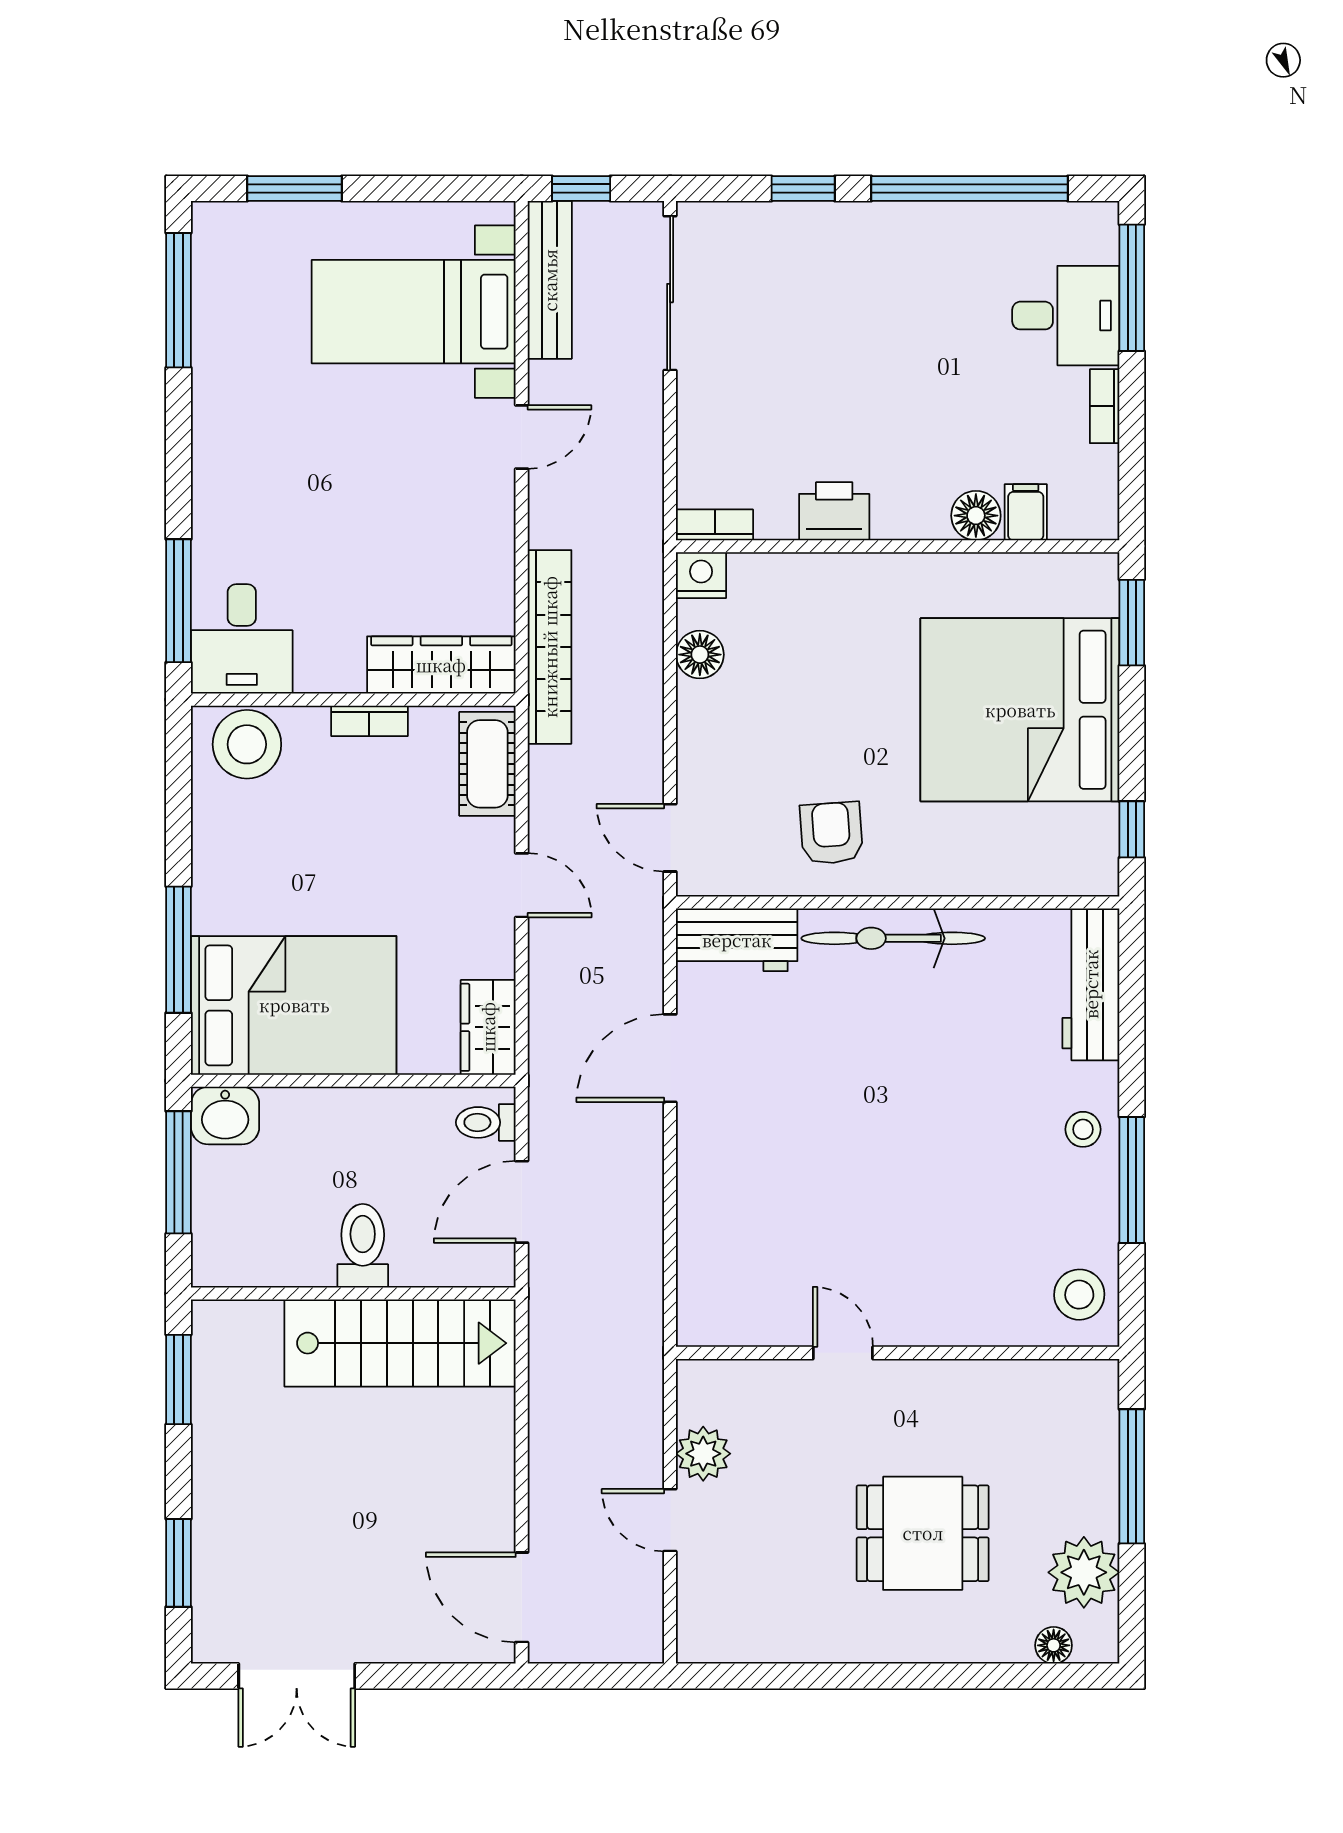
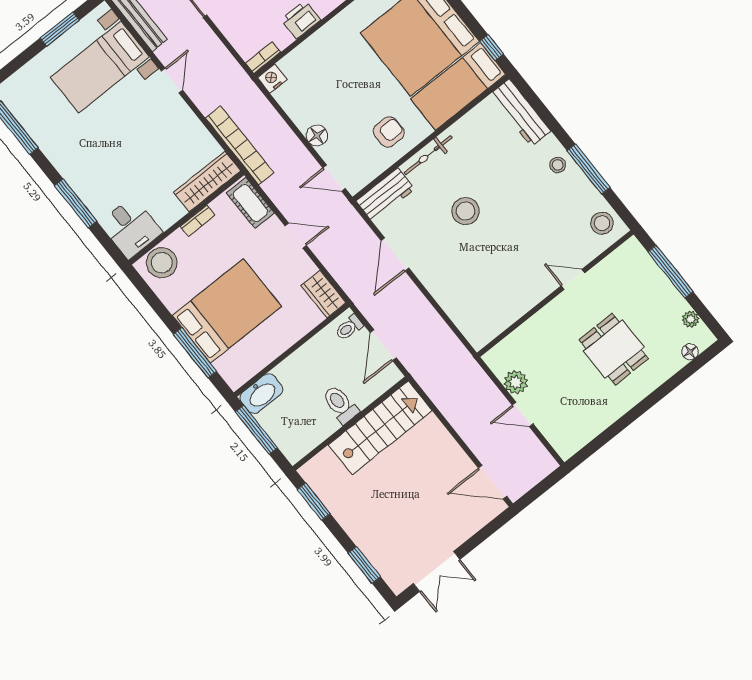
window: (294, 188) -> (60, 29), moved
window: (179, 601) -> (76, 203), moved
floor lamp: (700, 655) -> (317, 135), moved
armchair: (831, 833) -> (389, 132), turned 94
bed: (1018, 851) -> (458, 87), added
bicycle: (893, 938) -> (428, 155), width x0.73, depth x0.71
bed: (294, 1005) -> (227, 311), moved
stool: (856, 1081) -> (465, 211), added
washbasin: (225, 1116) -> (261, 394), width x1.38
door: (843, 1353) -> (573, 279), moved
dining table: (923, 1533) -> (614, 349), turned 90
plant: (1084, 1572) -> (691, 319), width x0.53, depth x0.53

